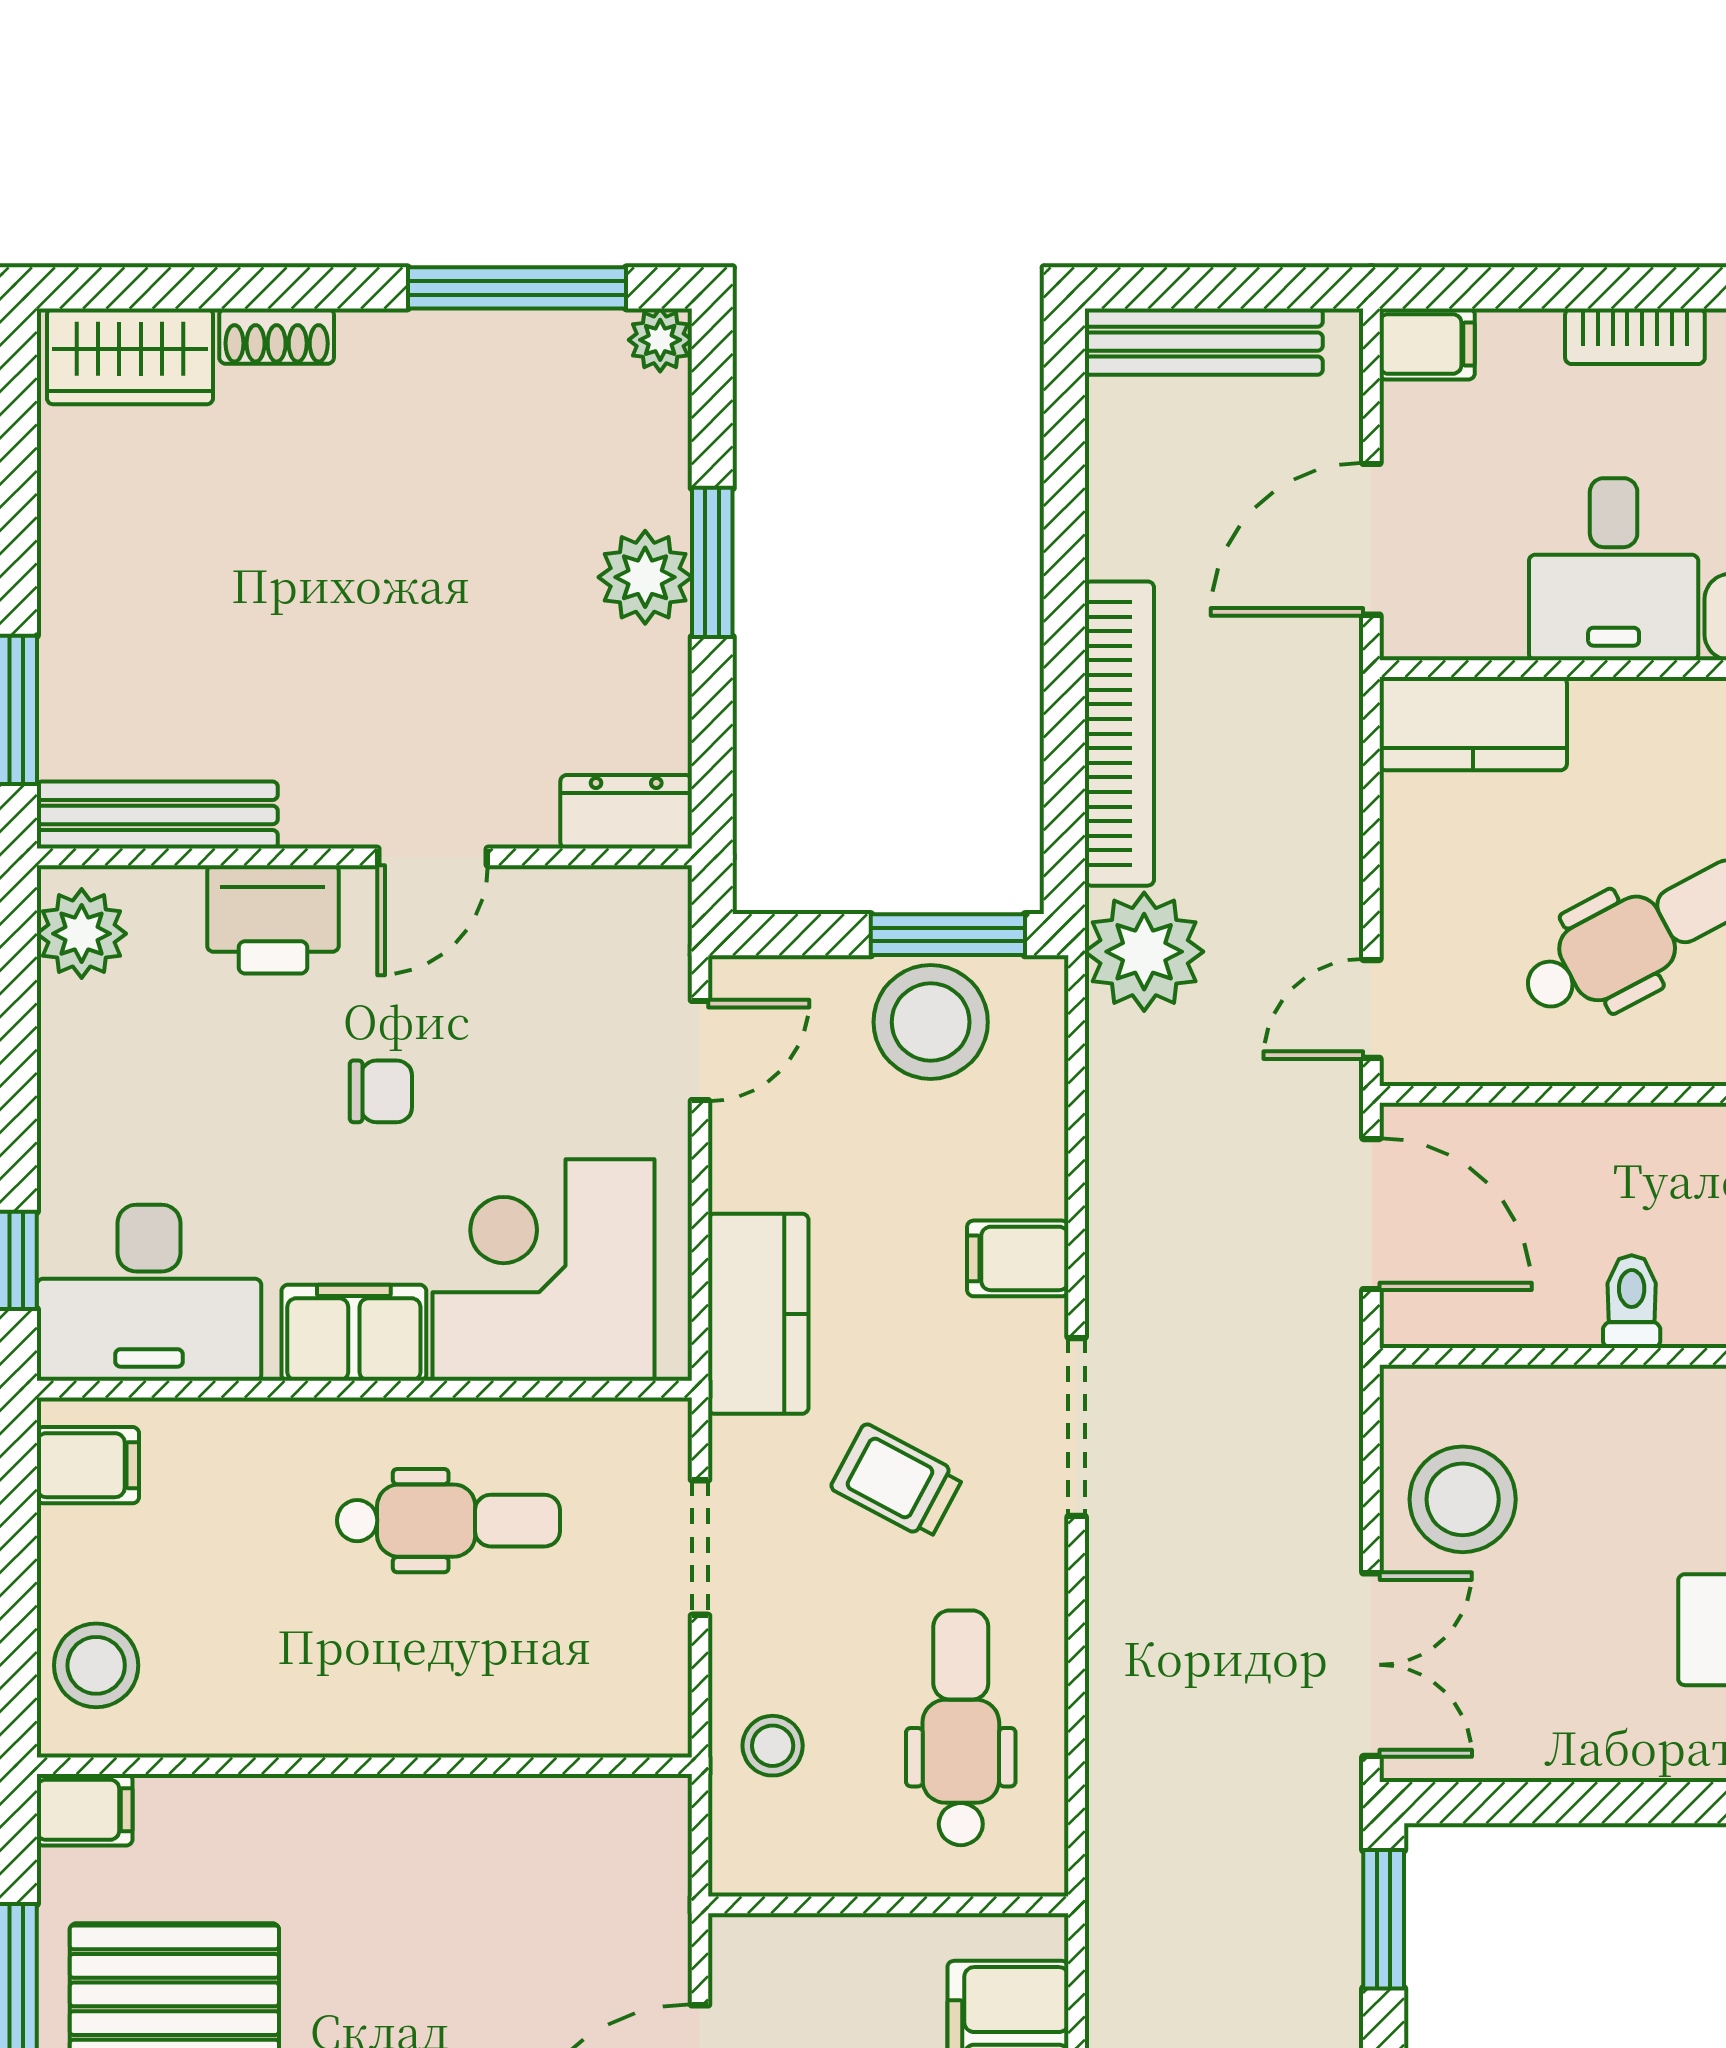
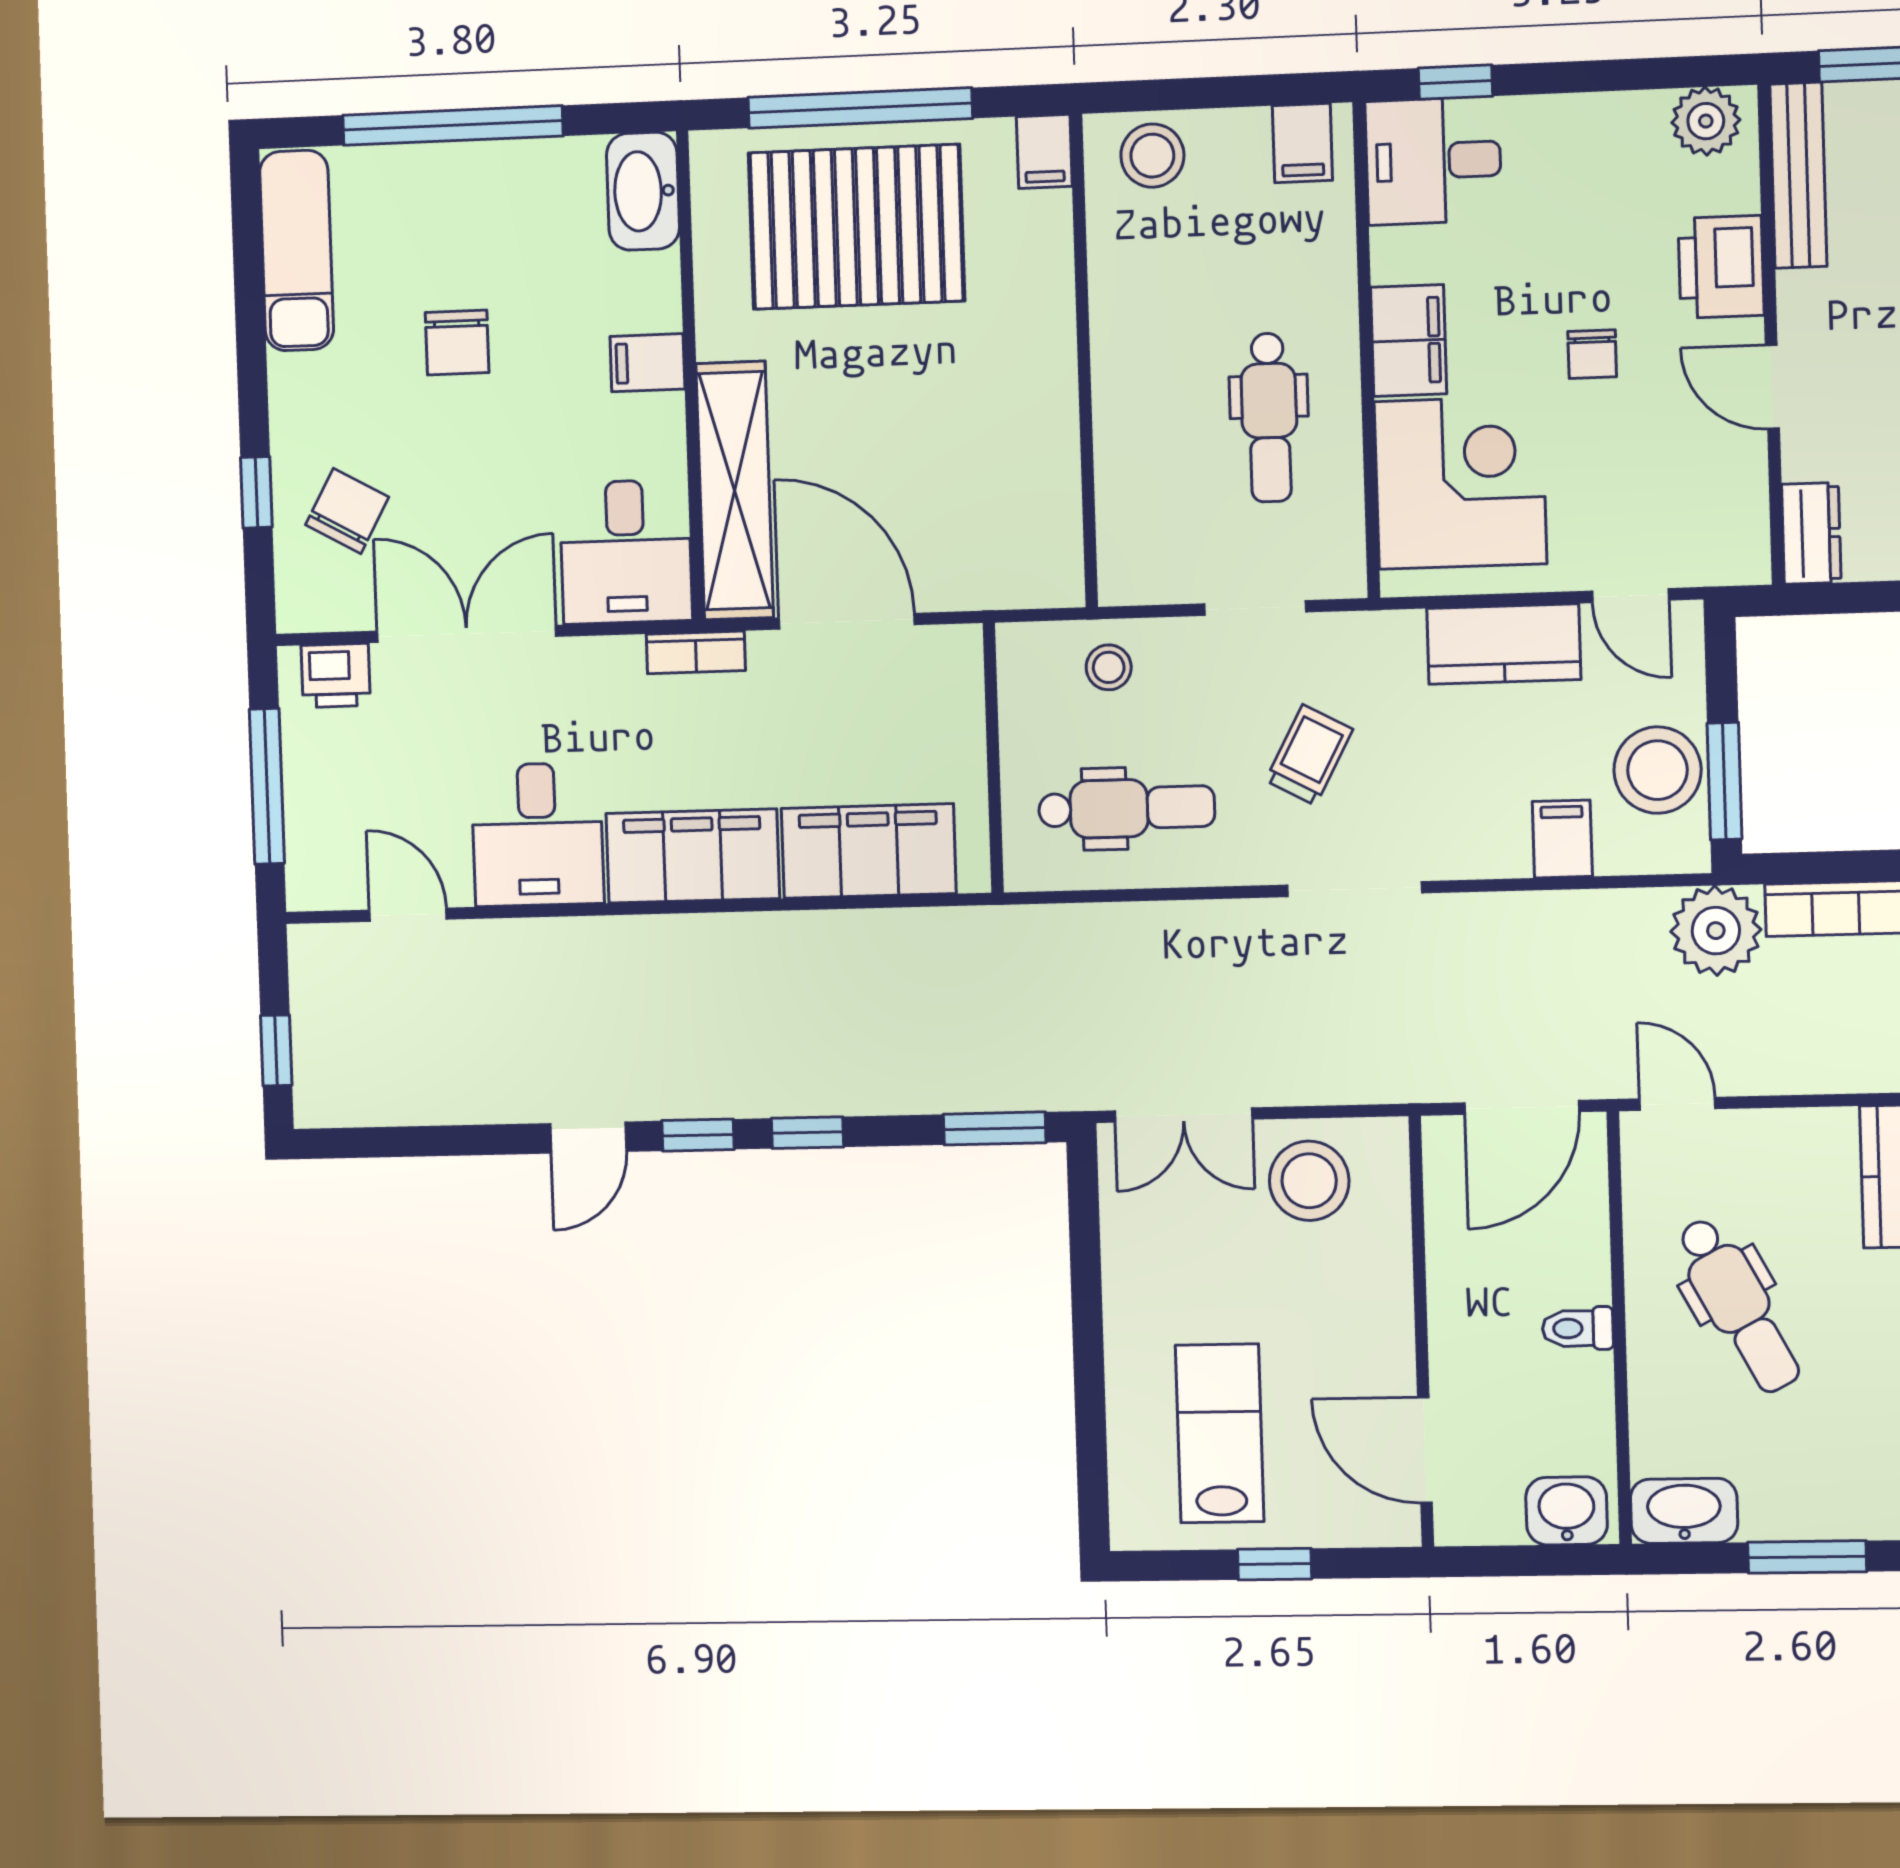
filing cabinet: (1018, 1258) -> (1562, 839), moved
desk: (149, 1293) -> (1433, 161), width x0.73
toilet: (1632, 1302) -> (1578, 1328), moved, turned 180
kitchen counter: (758, 1314) -> (1504, 644), moved

